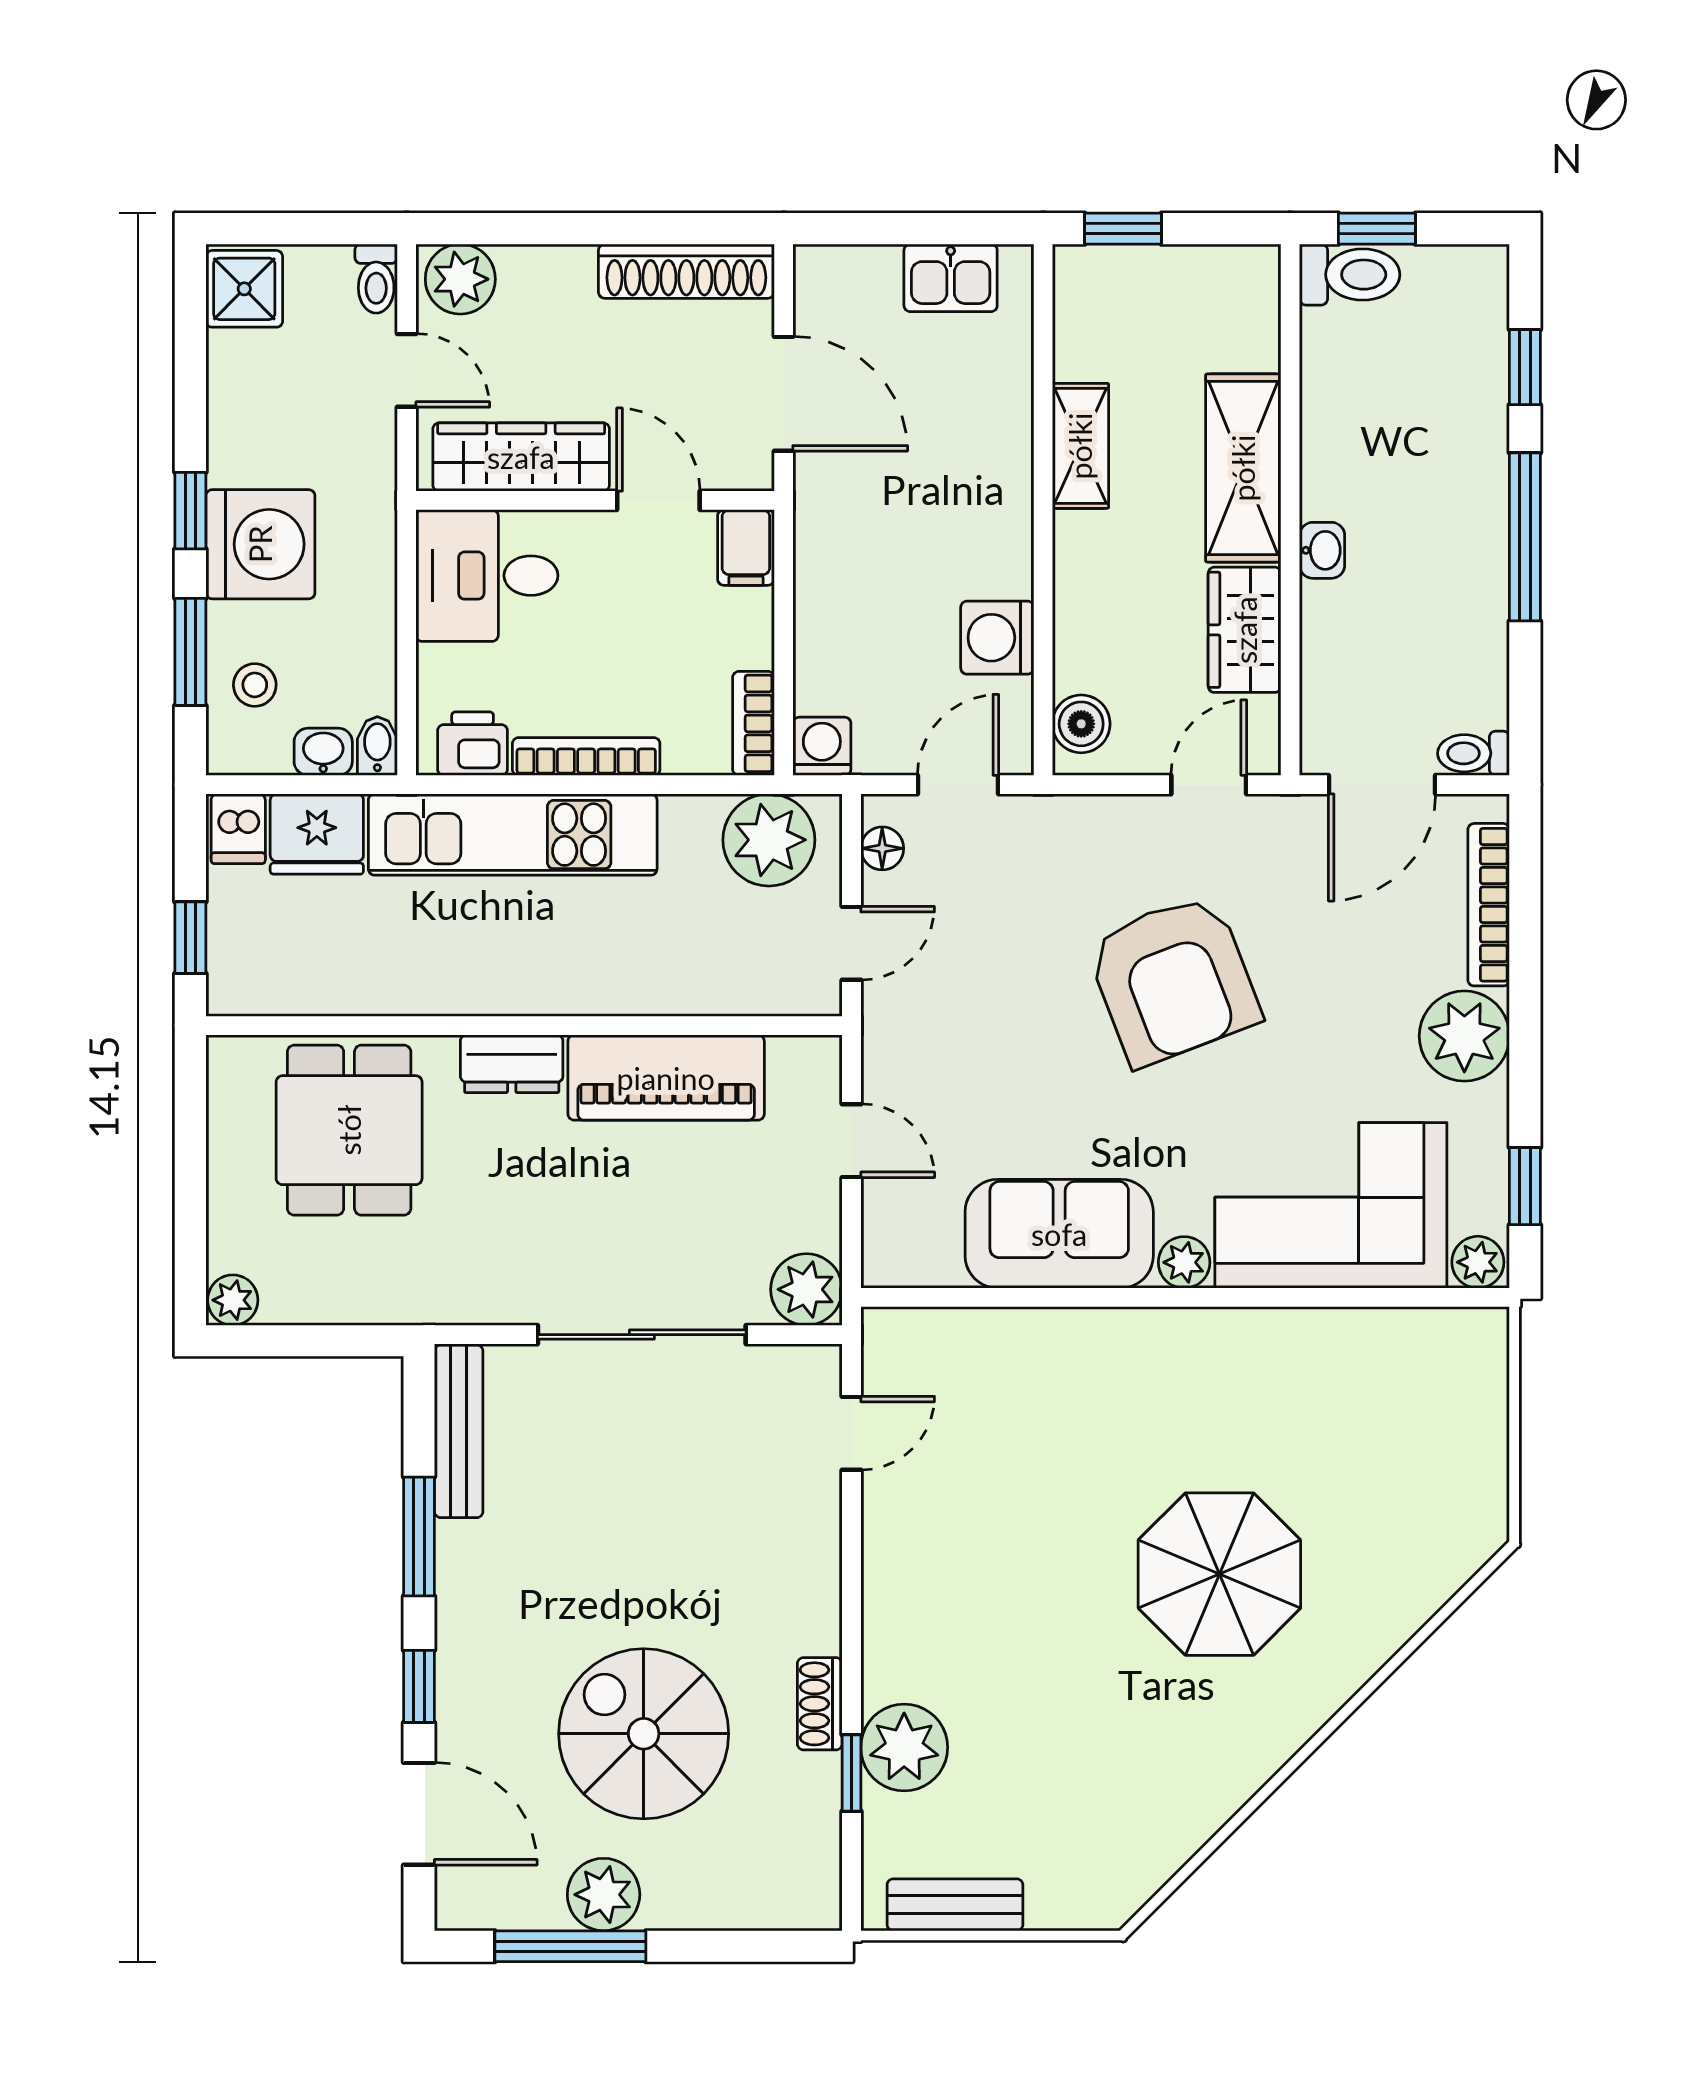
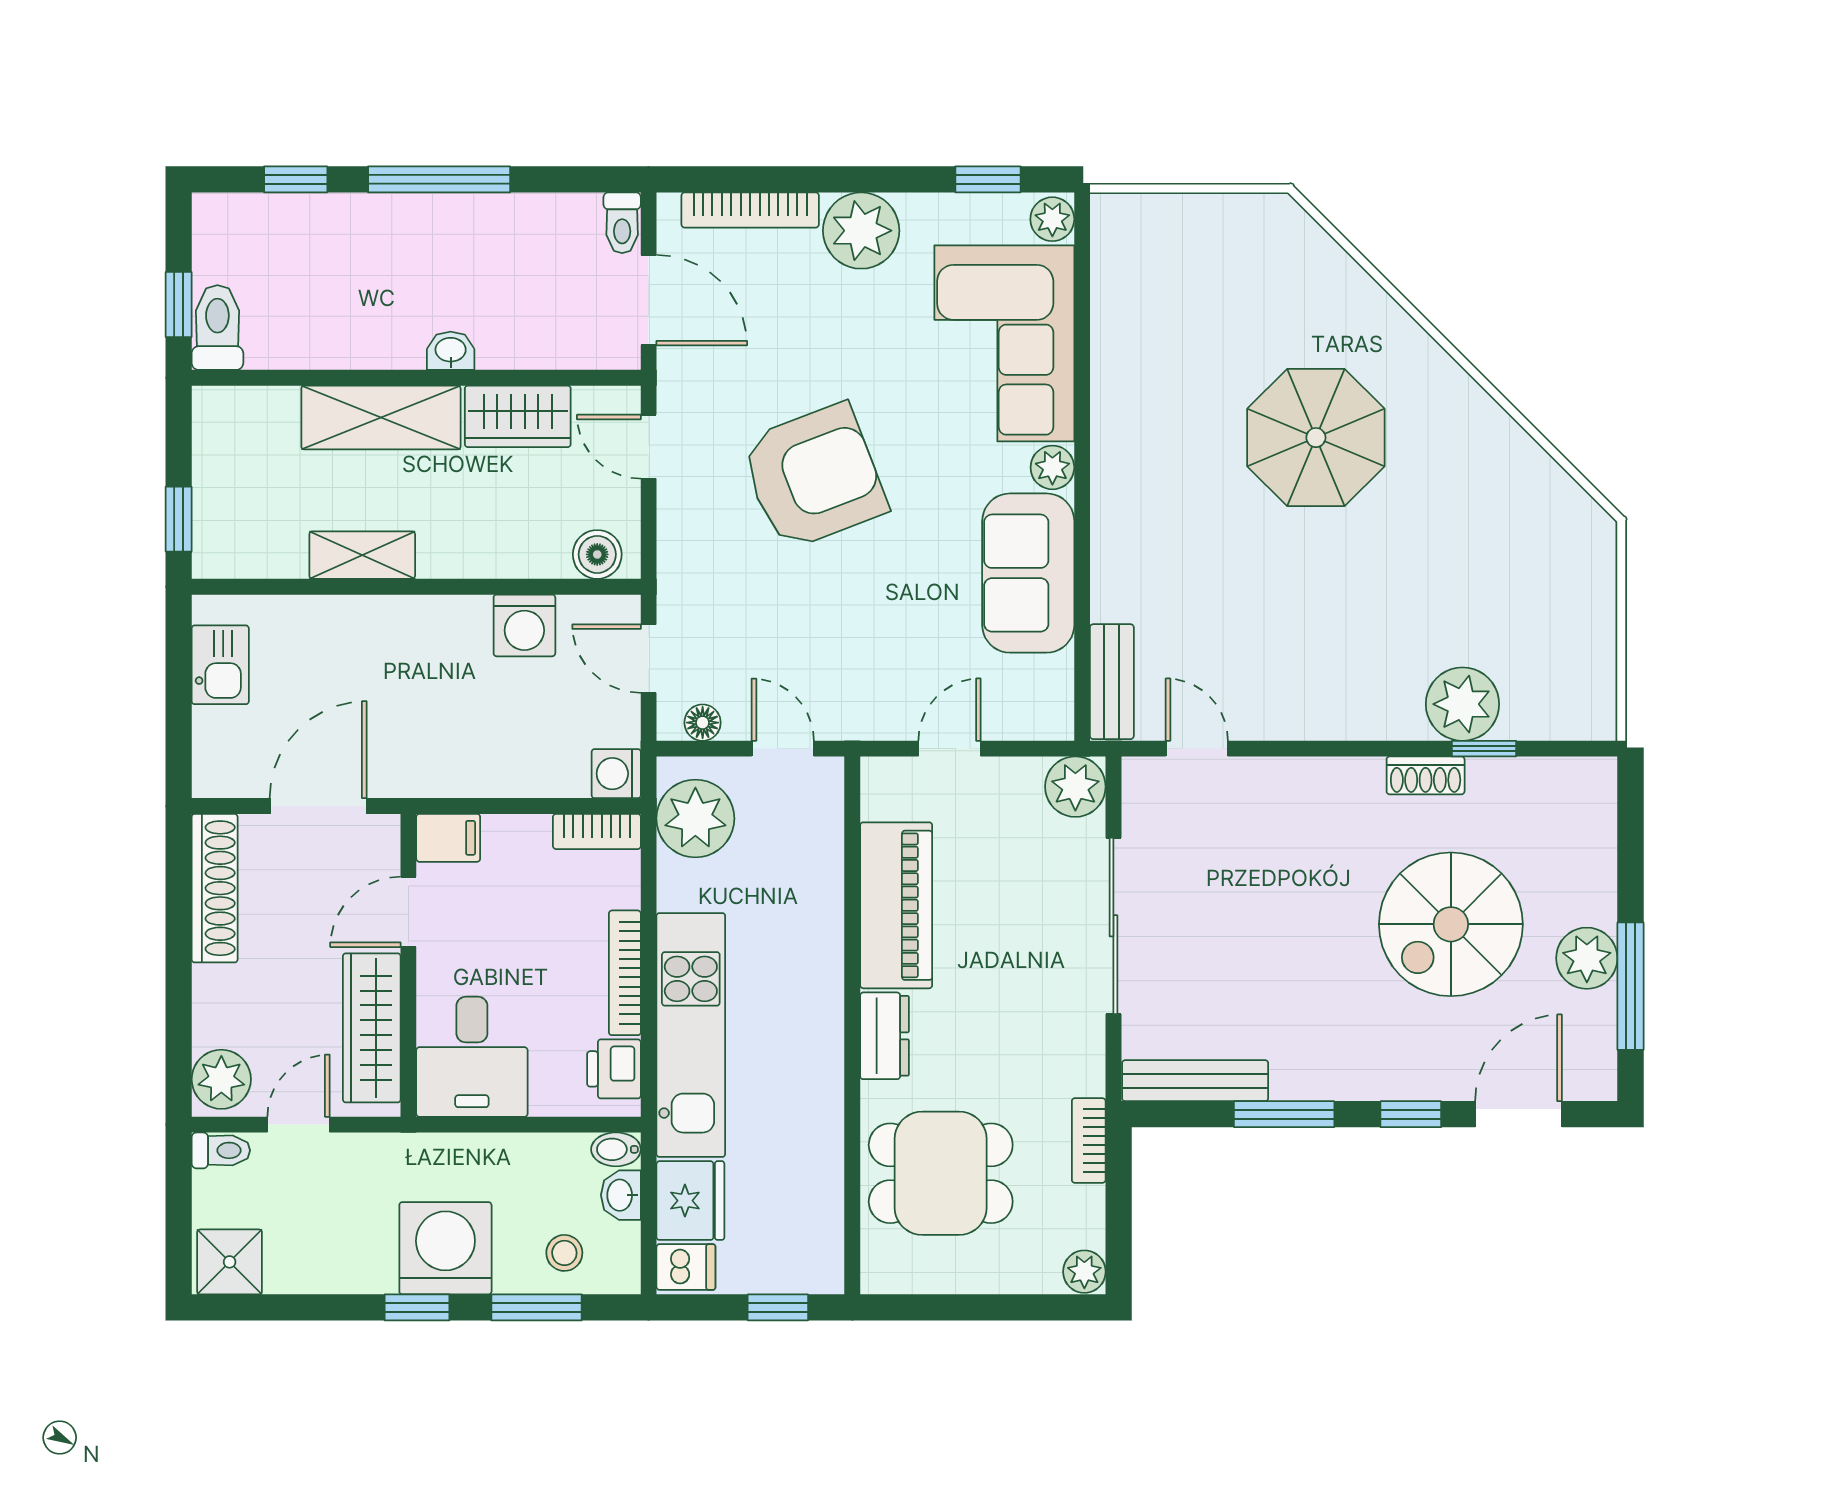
bookcase: (388, 1305) -> (1089, 1140), added
bench: (955, 1905) -> (1112, 682), moved

